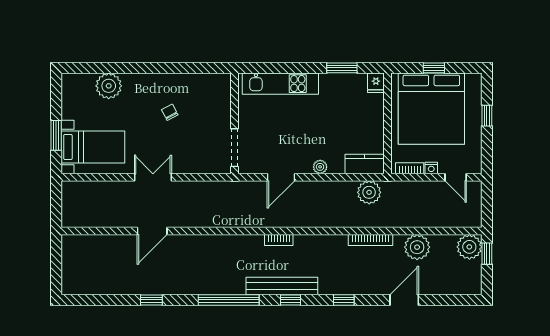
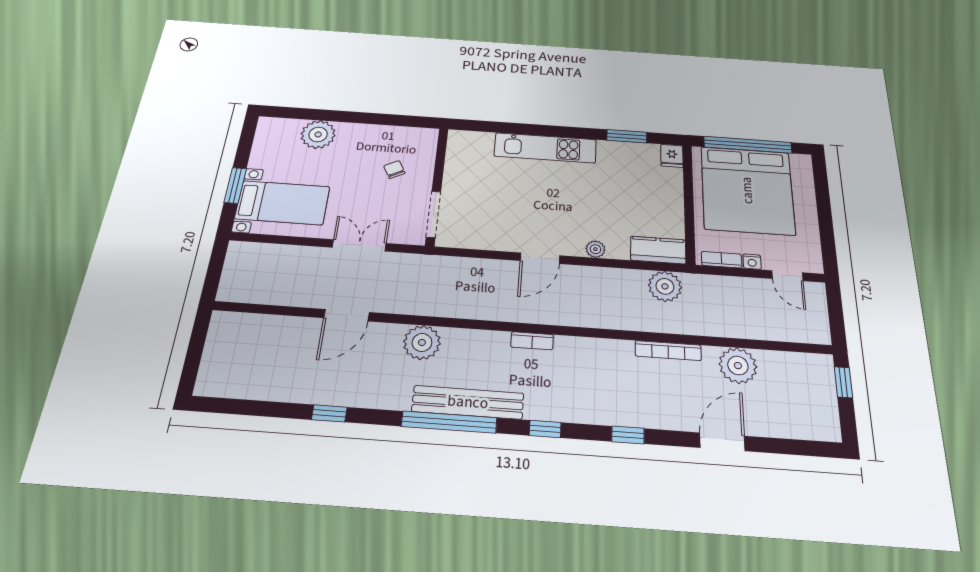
window: (434, 68) -> (748, 145), width x3.17
window: (487, 116) -> (823, 204), removed
wall: (235, 123) -> (437, 185), moved
doorway: (235, 148) -> (434, 214), moved
plant: (469, 247) -> (422, 342), moved
bench: (282, 286) -> (468, 402), moved

